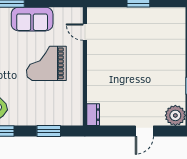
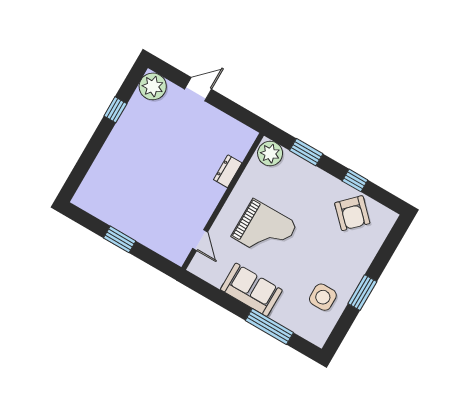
dresser: (93, 115) -> (228, 171), moved
plant: (72, 116) -> (270, 153), added

